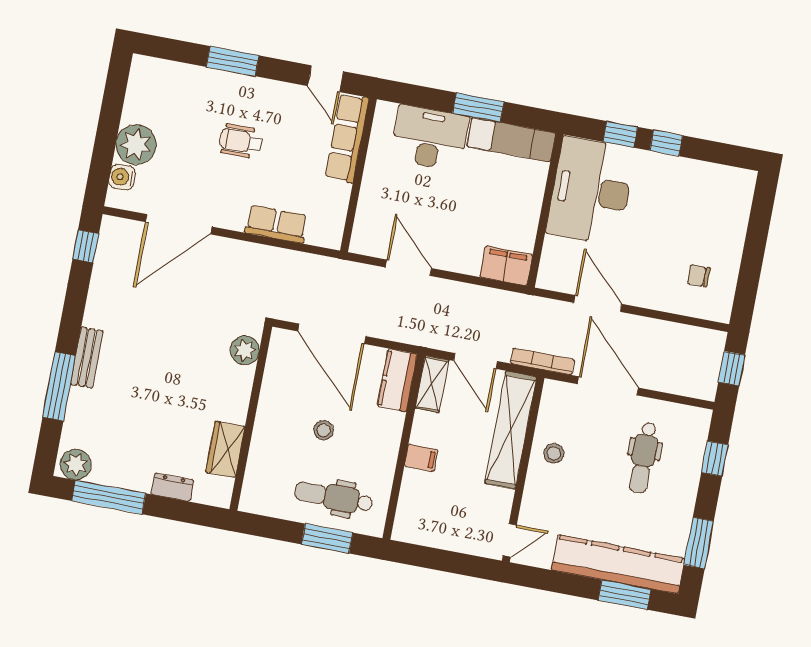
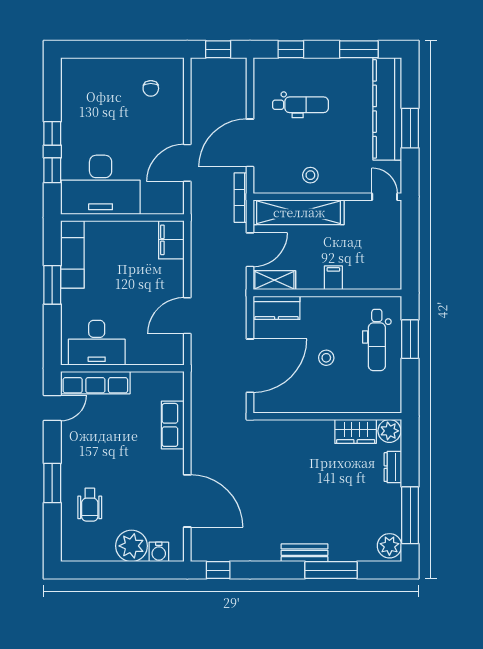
desk: (430, 138) -> (97, 343), moved, turned -90
wheelchair: (241, 141) -> (90, 505), moved
plant: (245, 350) -> (389, 431), moved
window: (625, 595) -> (410, 128), moved

